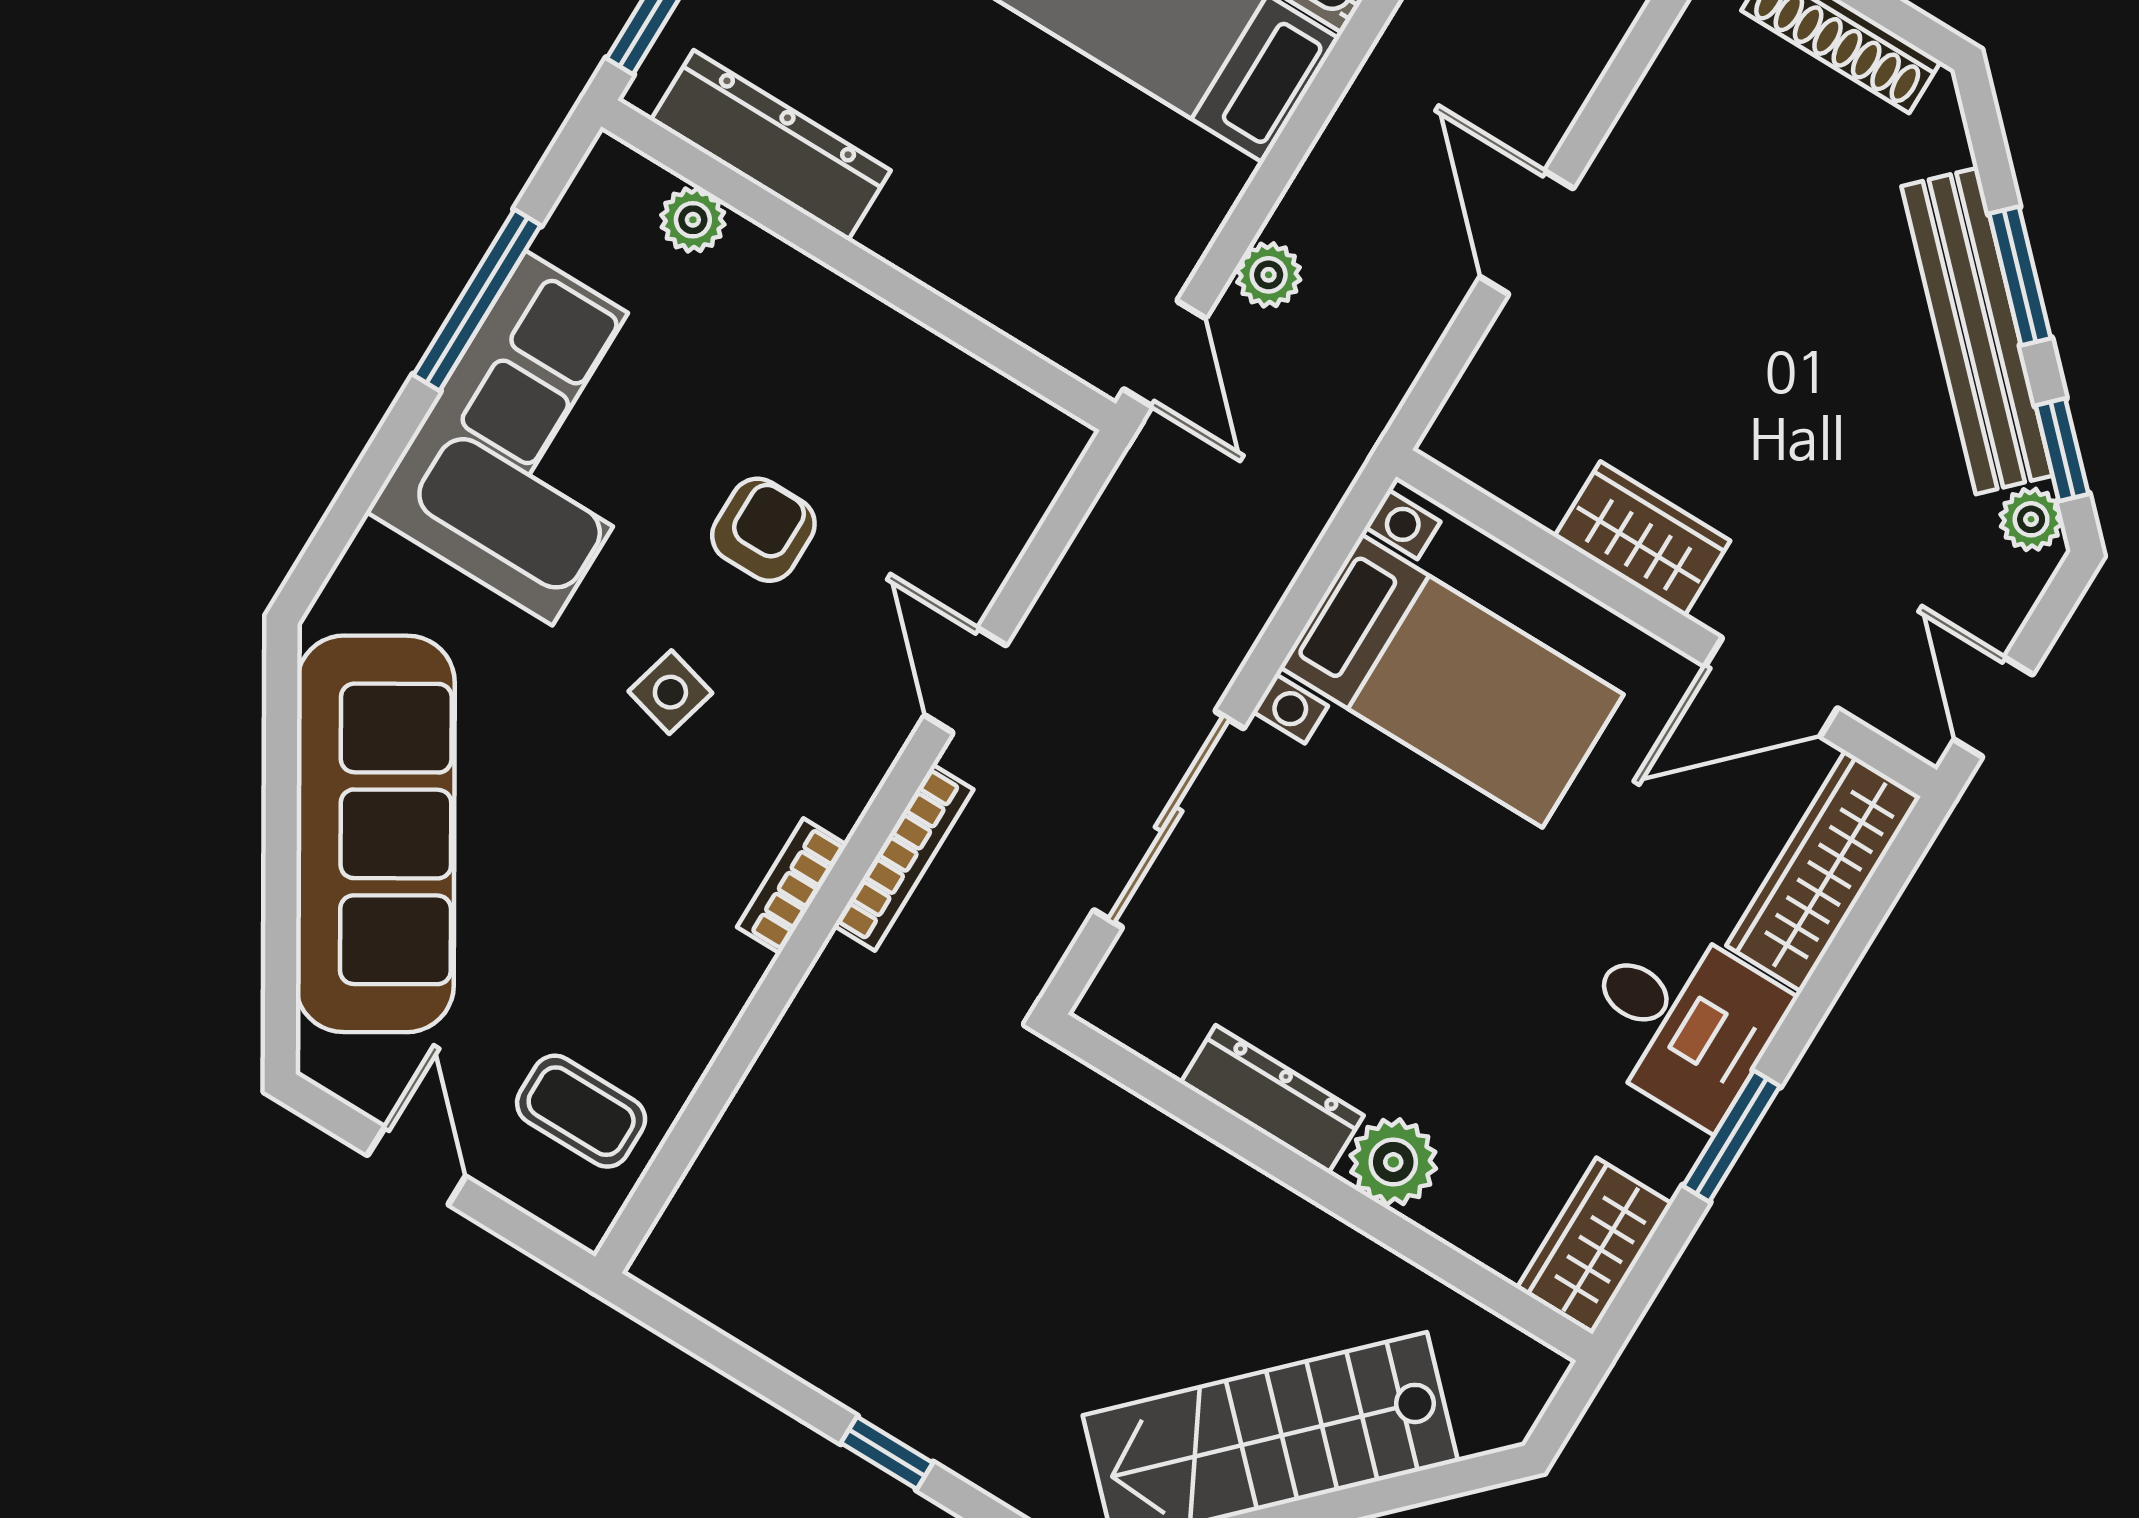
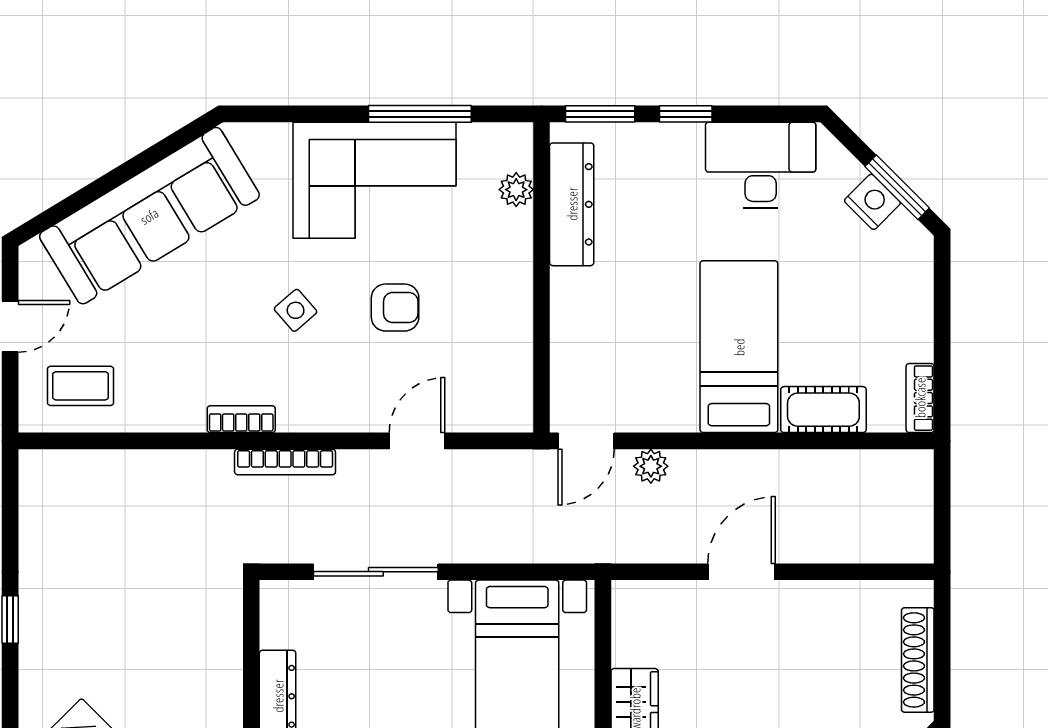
door: (965, 680) -> (417, 441), moved
side table: (670, 692) -> (296, 310), turned 34
coffee table: (581, 1111) -> (81, 386), turned 90

